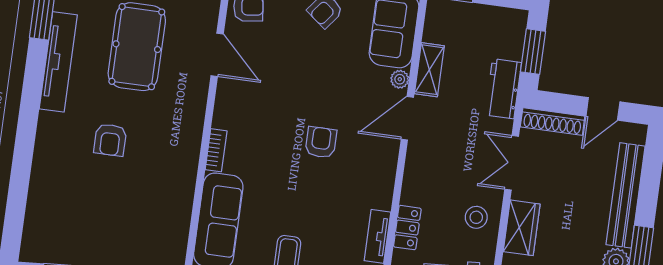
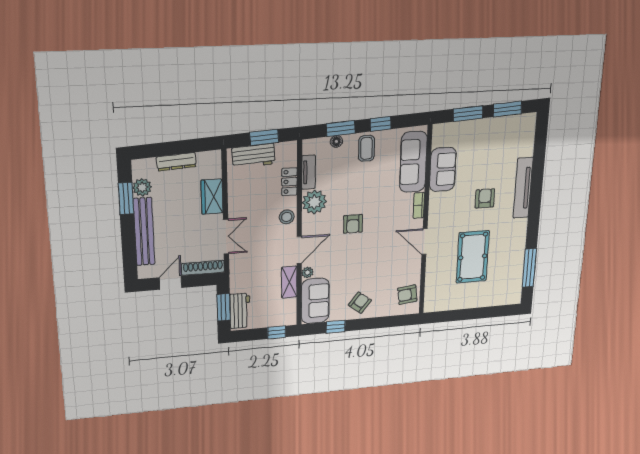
door: (217, 55) -> (425, 242), moved
tv unit: (58, 62) -> (523, 188), moved
workbench: (503, 89) -> (240, 311), moved
plant: (375, 189) -> (314, 202), added
sofa: (174, 200) -> (443, 169), added
stool: (476, 217) -> (287, 217), moved

